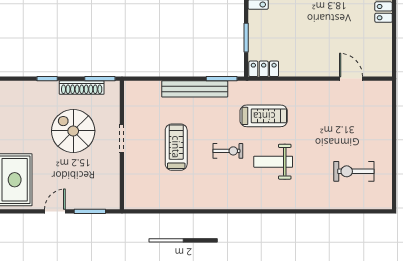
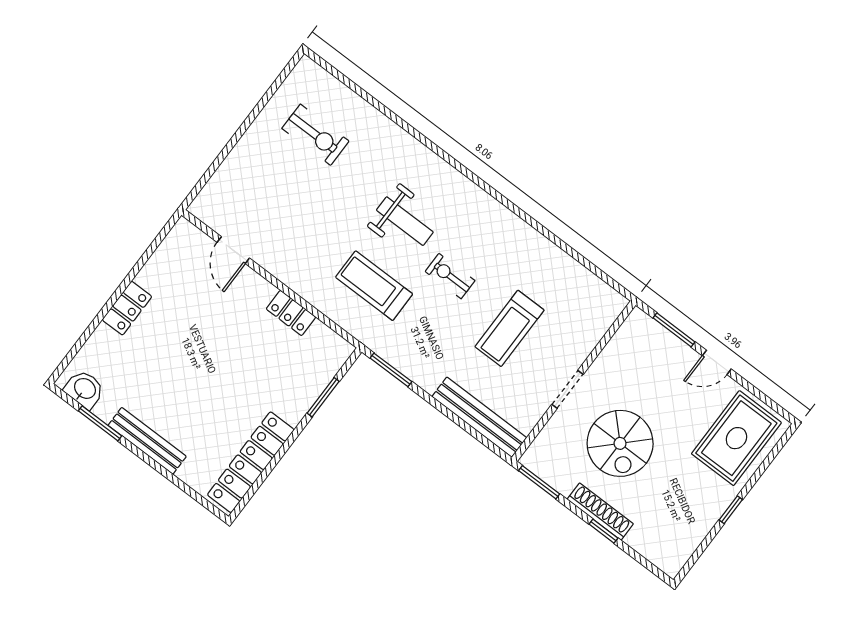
locker: (264, 69) -> (291, 313), moved
shoe rack: (82, 88) -> (600, 512), moved
bench: (195, 89) -> (479, 417), moved

